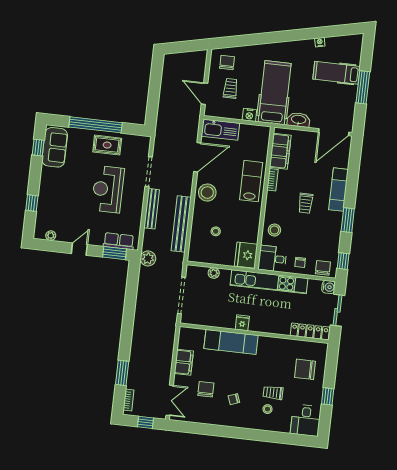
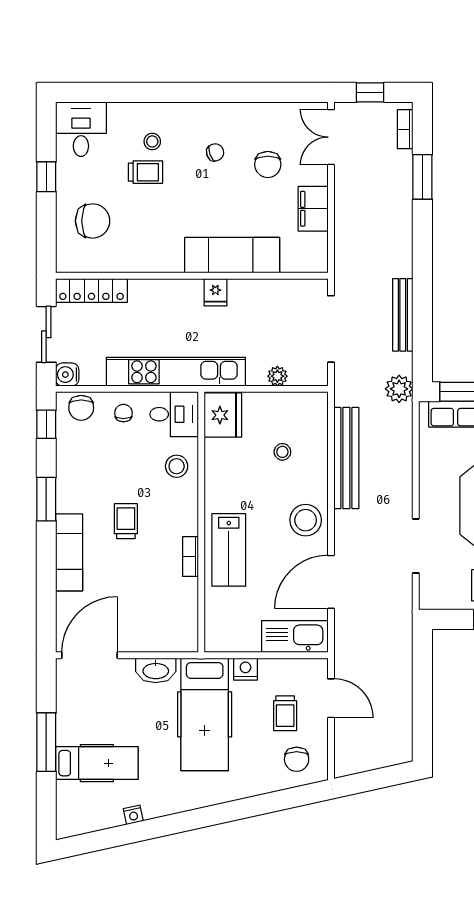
filing cabinet: (280, 151) -> (182, 610), removed
bench: (152, 209) -> (403, 315), moved

